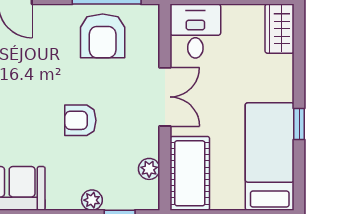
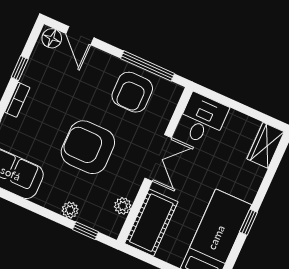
armchair: (80, 120) -> (88, 147), width x1.88, depth x1.88

